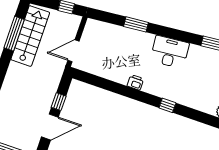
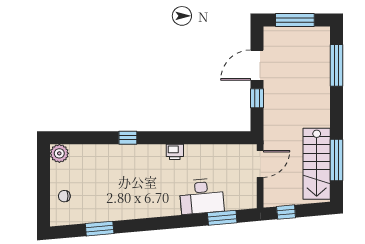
window: (136, 24) -> (222, 218), moved
desk: (170, 52) -> (202, 196), moved

